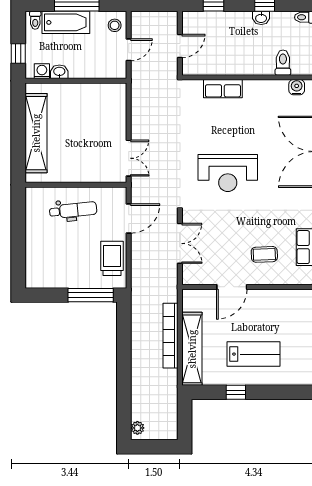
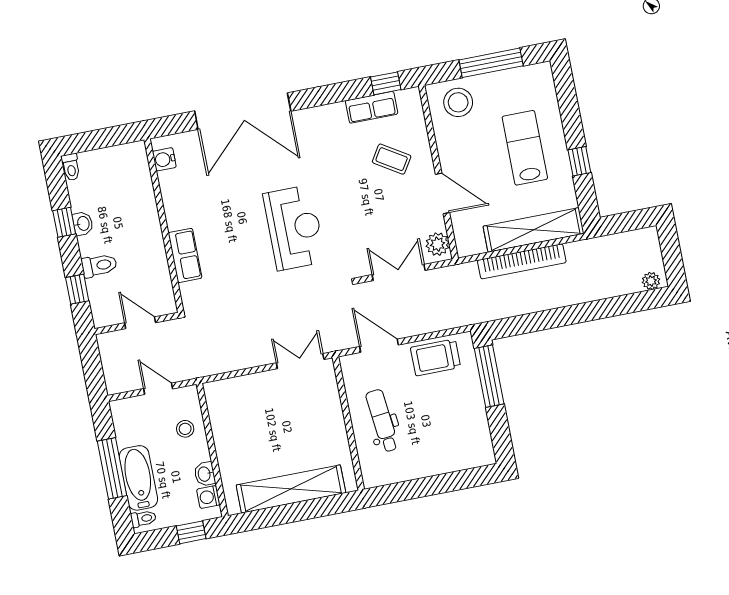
stool: (115, 25) -> (185, 429), moved
toilet: (283, 63) -> (99, 265), moved, turned 180
coffee table: (264, 254) -> (392, 159), turned -56
plant: (195, 276) -> (438, 244), added
stool: (297, 311) -> (458, 102), added

